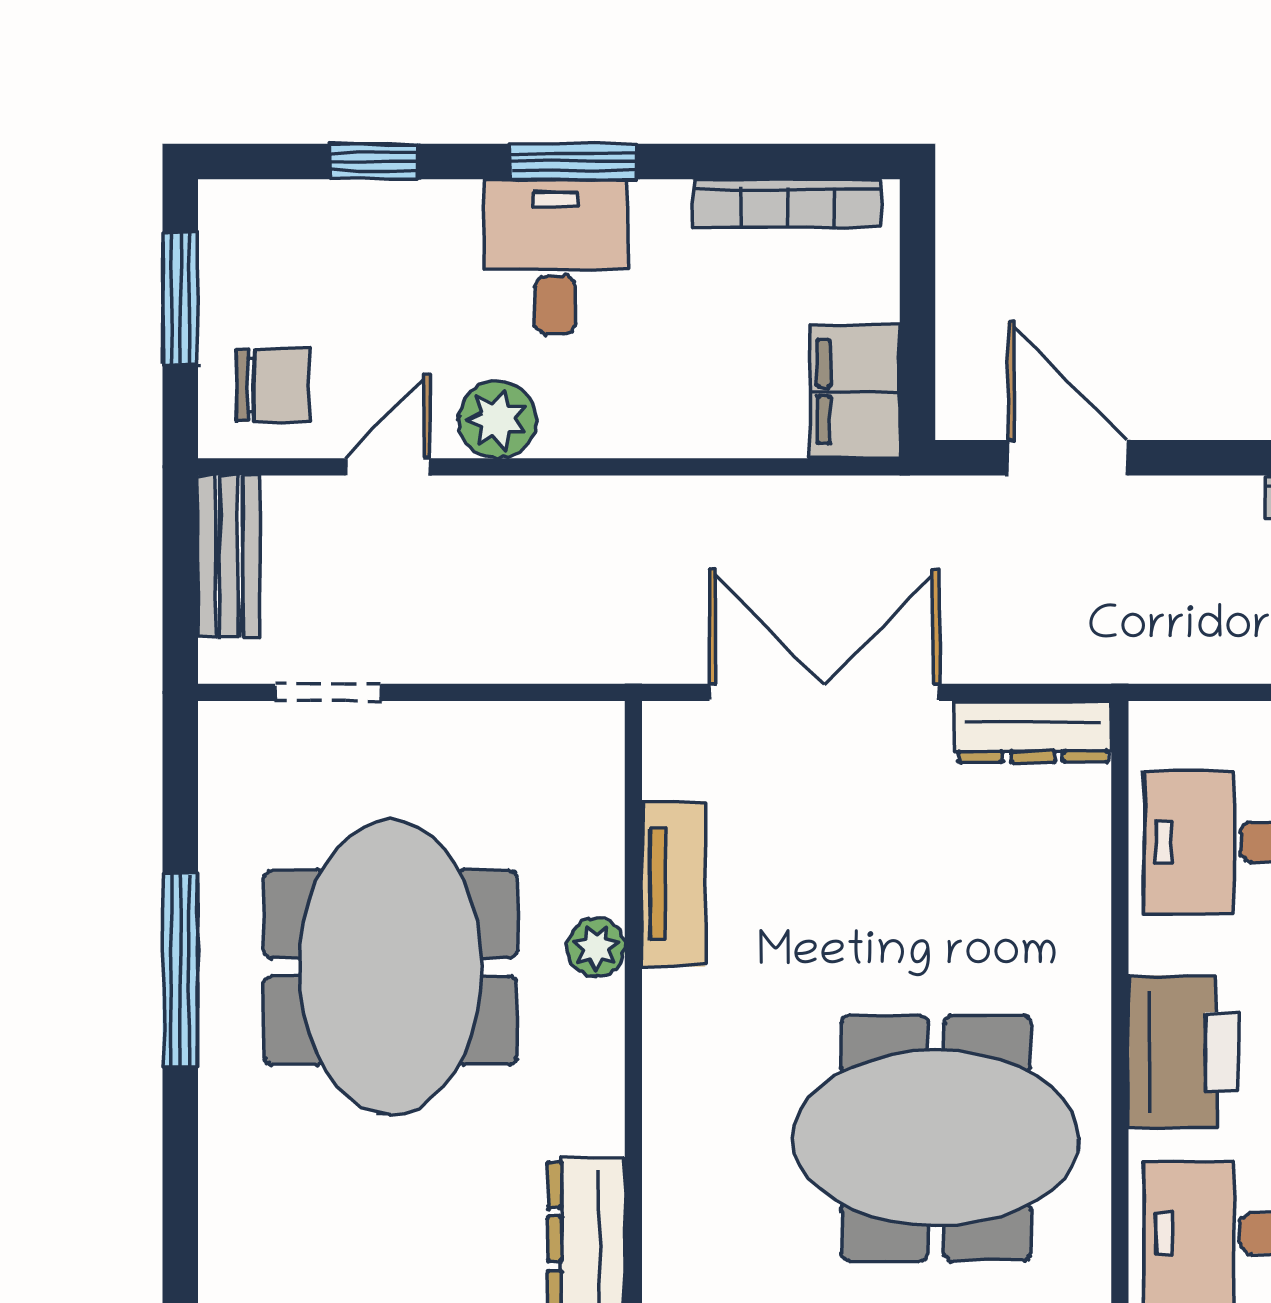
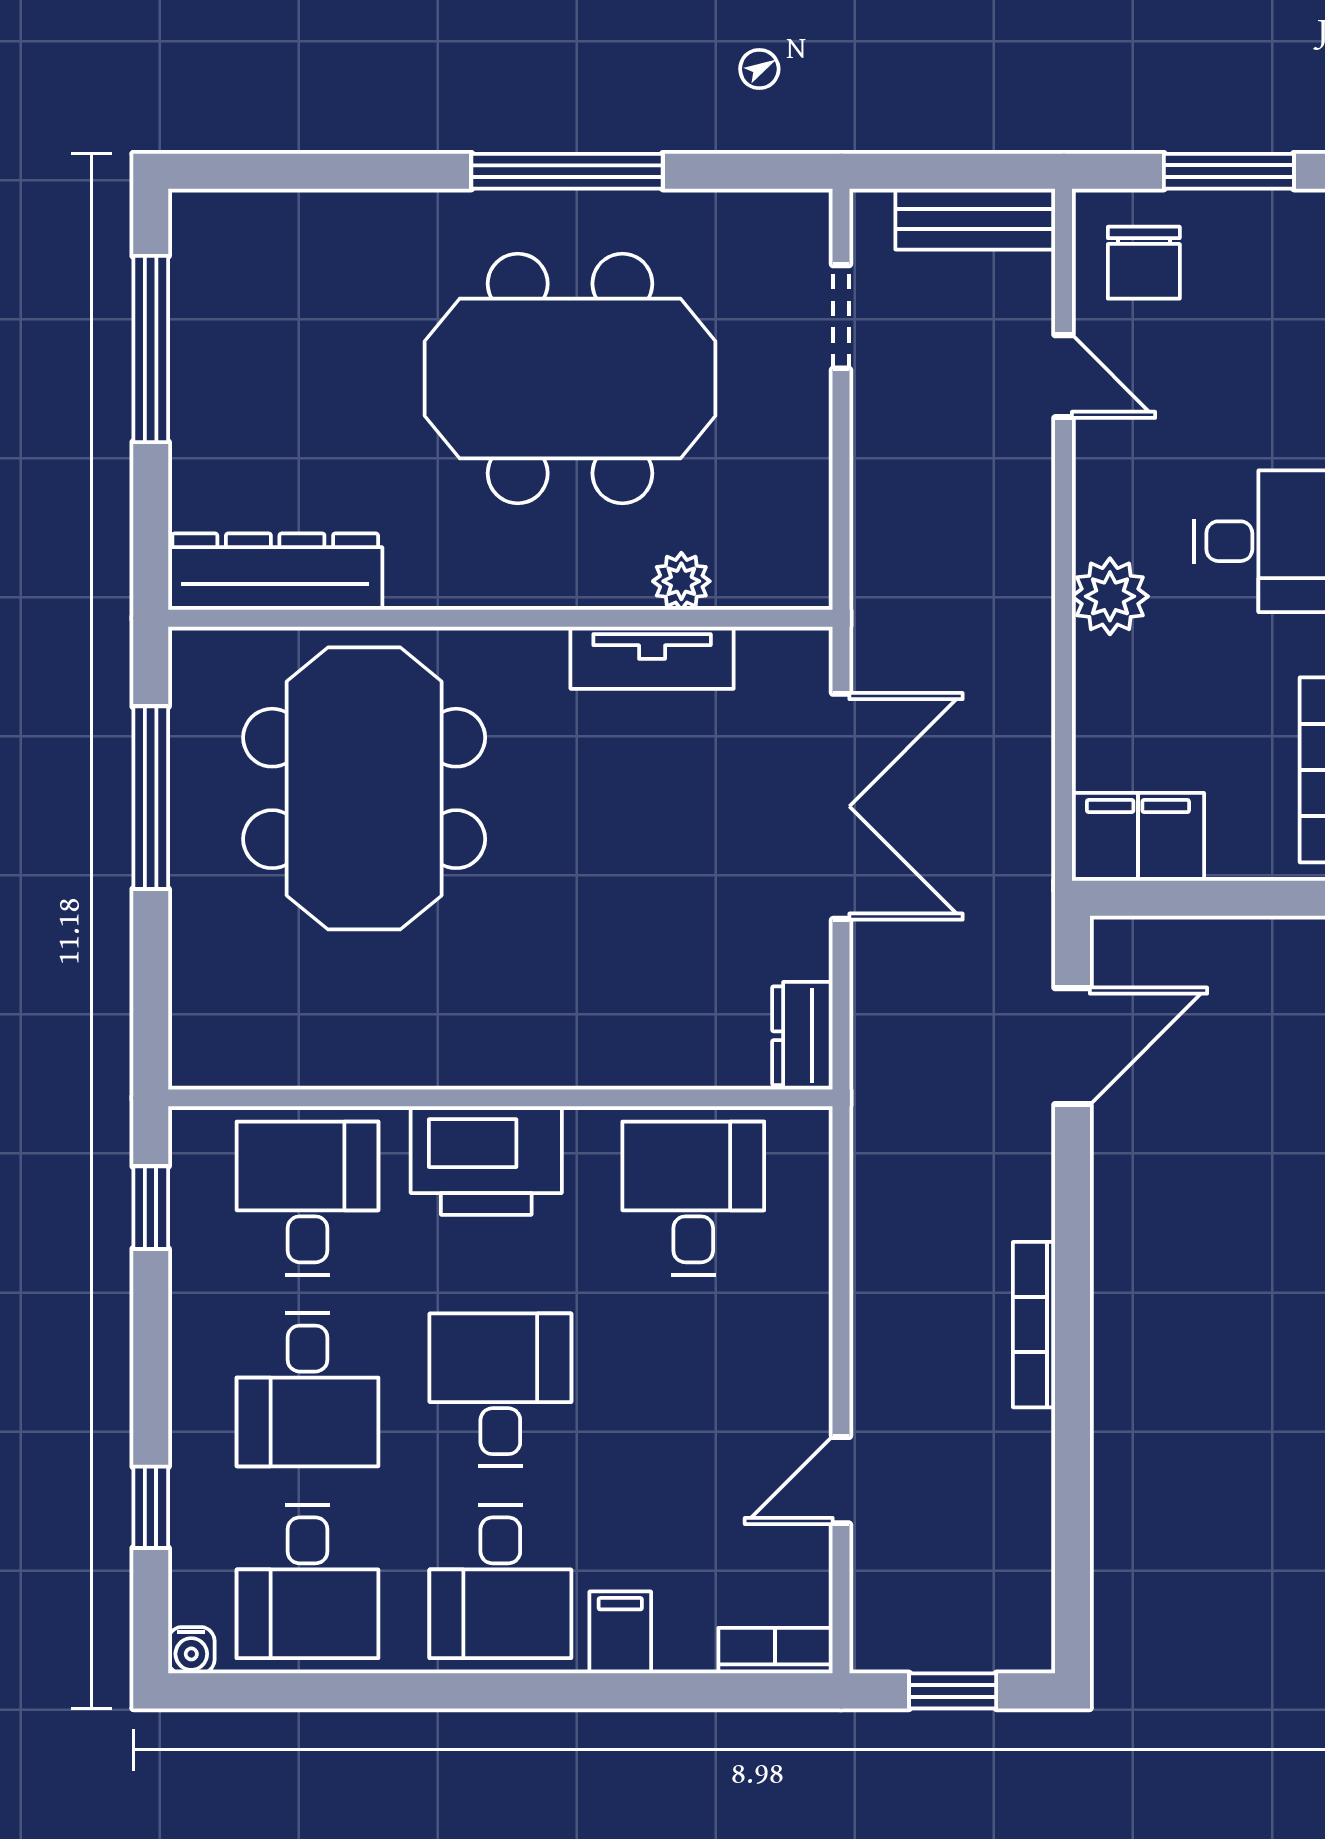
plant: (497, 420) -> (1110, 596), moved
dresser: (1033, 732) -> (802, 1036), width x0.70
plant: (596, 947) -> (681, 581), moved
meeting table: (936, 1138) -> (364, 788), moved

